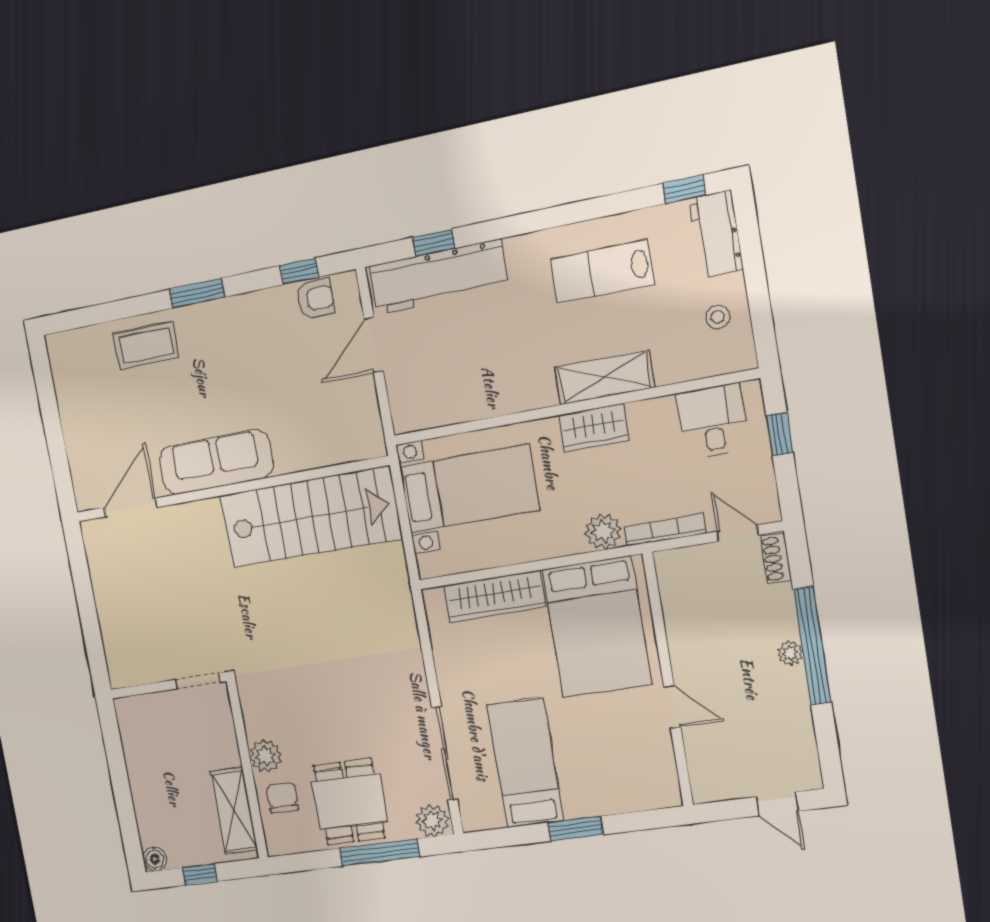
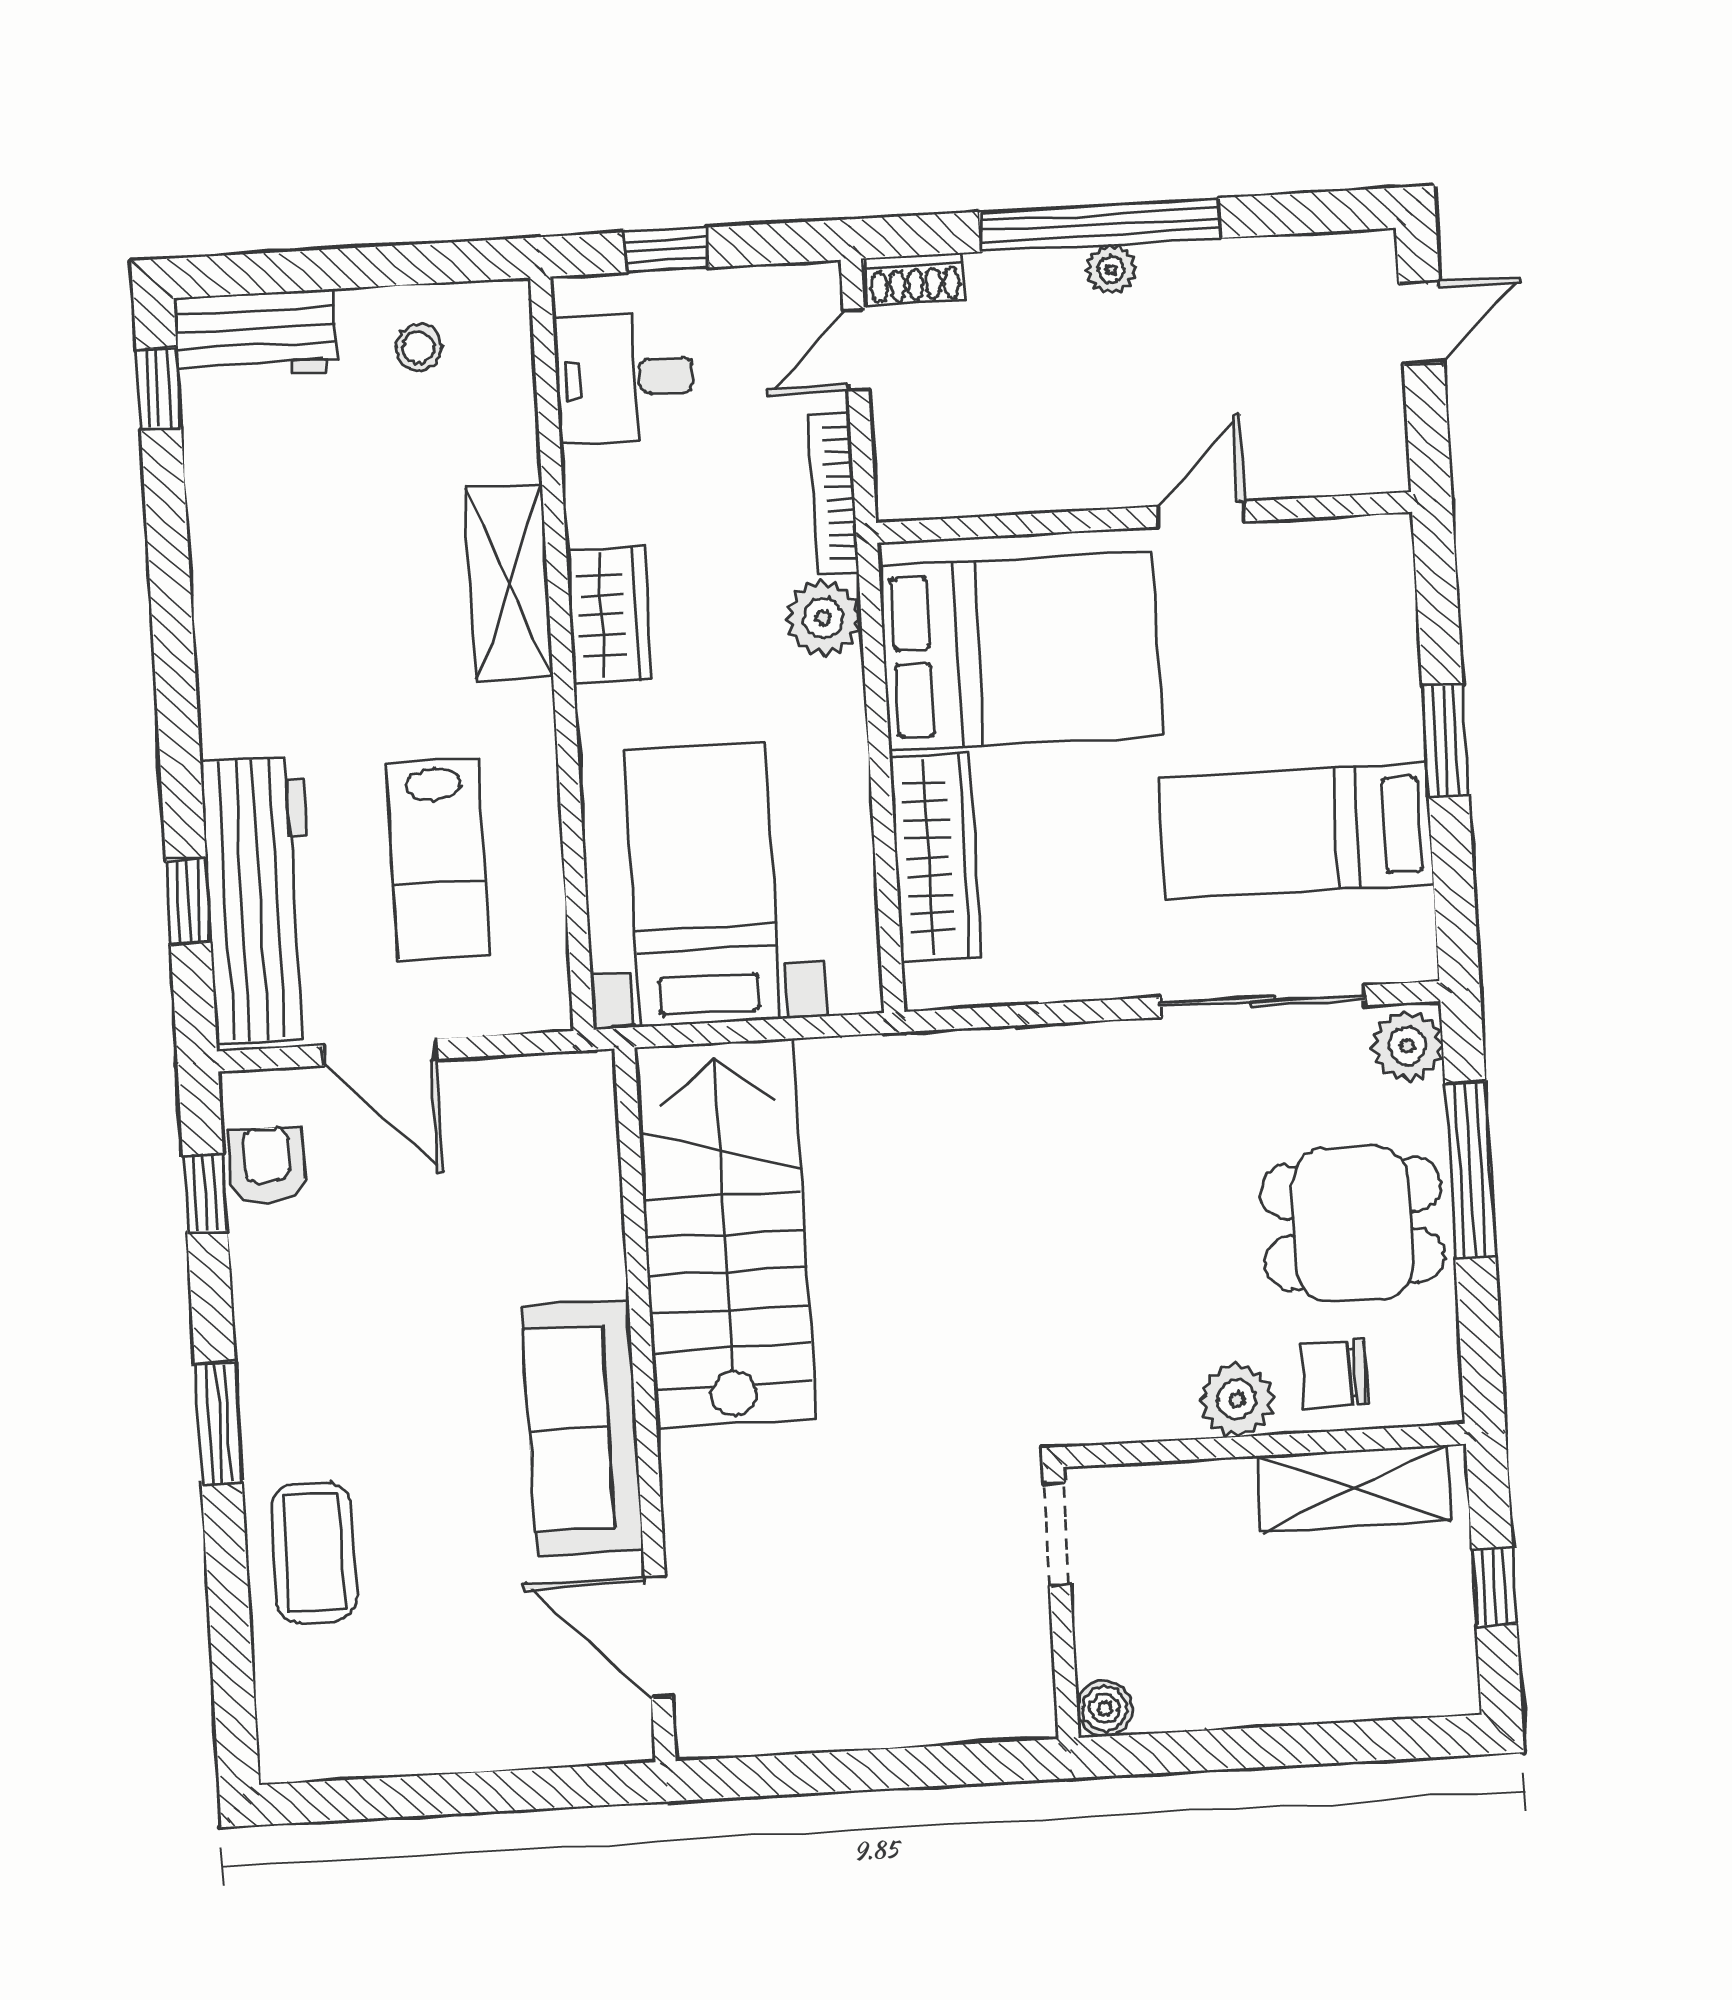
lab bench: (602, 272) -> (438, 860), moved
boiler: (155, 859) -> (1105, 1709), moved

